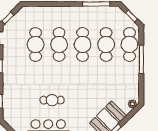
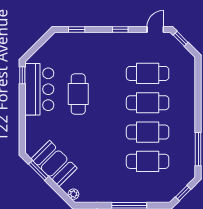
cafe table: (130, 44) -> (148, 191), removed
cafe table: (52, 100) -> (78, 94), width x1.37, depth x1.35

